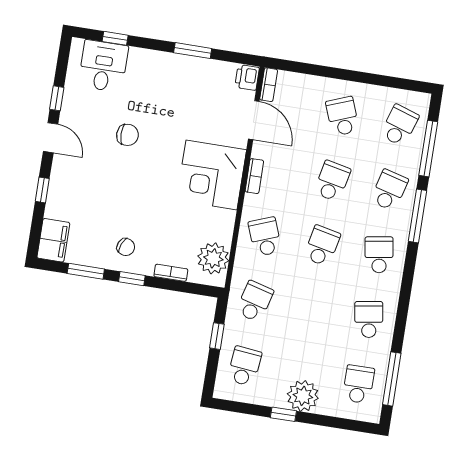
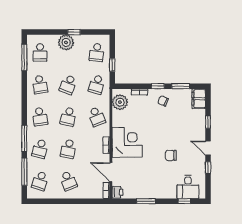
school desk: (312, 310) -> (68, 85), added

